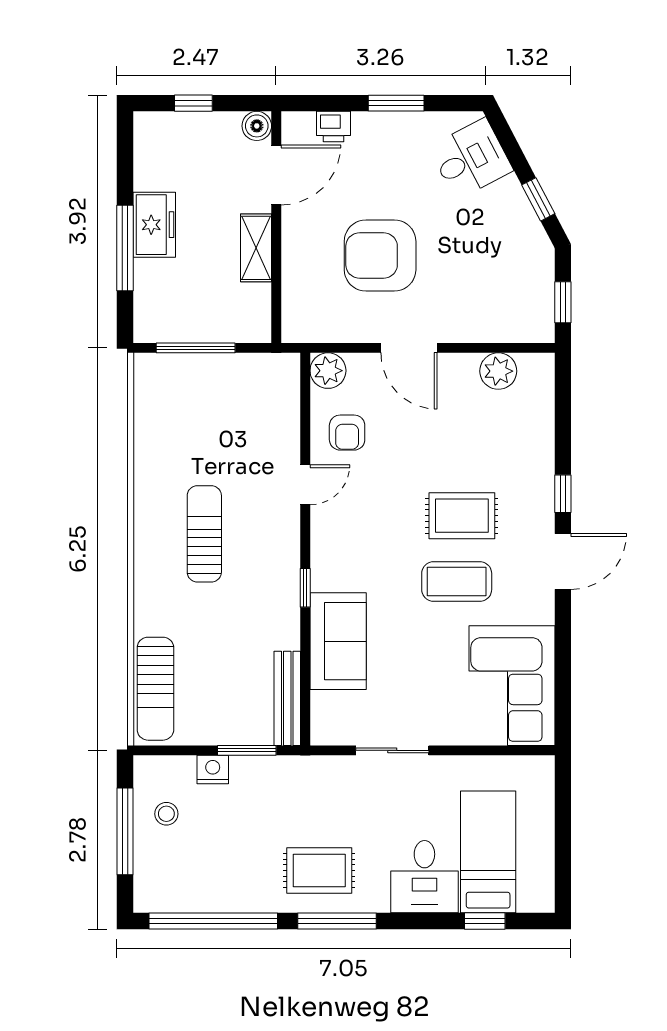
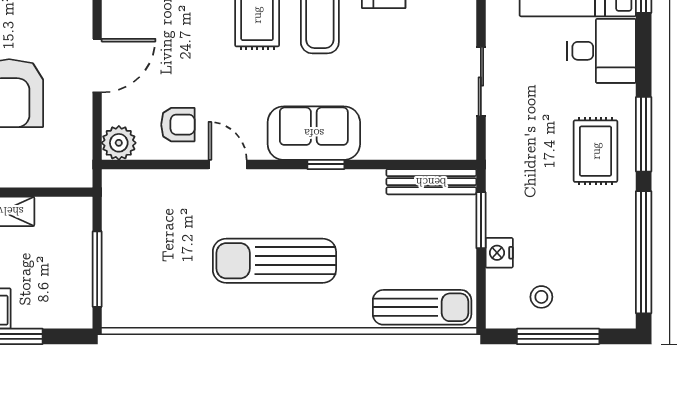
sun lounger: (204, 534) -> (274, 261), width x1.36, depth x1.34
sofa: (338, 641) -> (314, 133), moved

